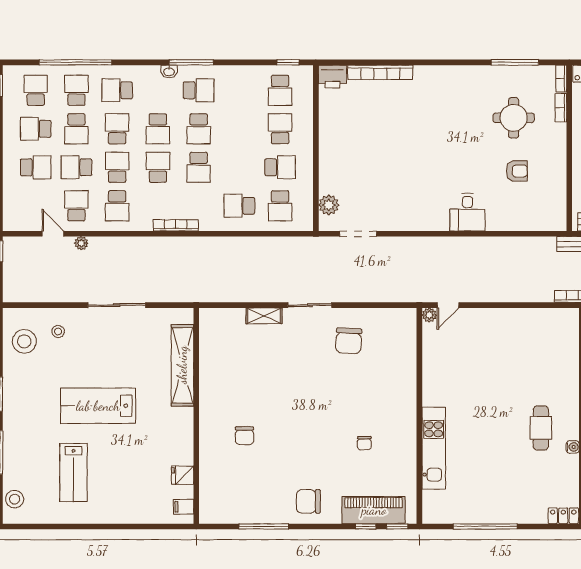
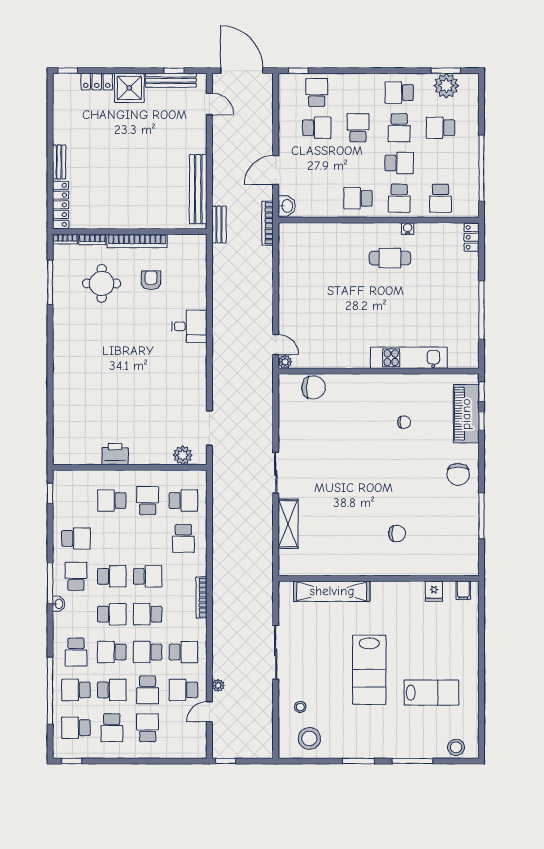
bookcase: (380, 72) -> (137, 241), moved, turned 90
printer: (333, 77) -> (115, 454), moved, turned -90
school desk: (280, 90) -> (76, 538), moved
shelving: (264, 316) -> (288, 524), width x1.50, depth x1.33
chair: (349, 341) -> (314, 387), moved

